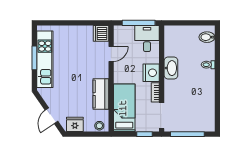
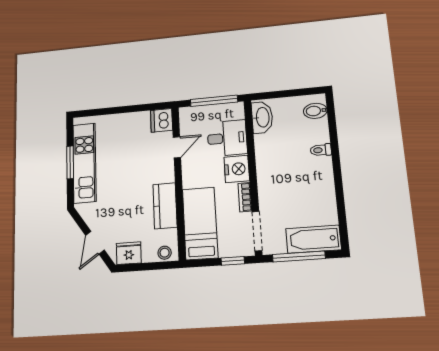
desk: (147, 38) -> (227, 138), moved, turned 90
washbasin: (171, 68) -> (262, 117), moved
bathtub: (198, 124) -> (313, 239), added

